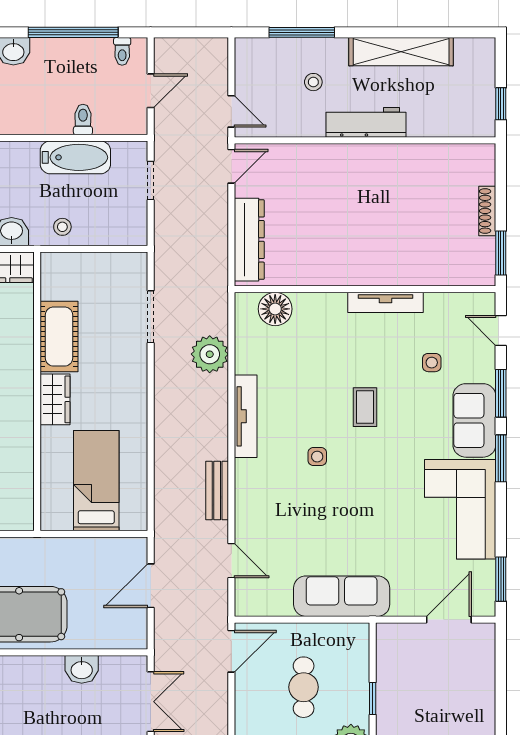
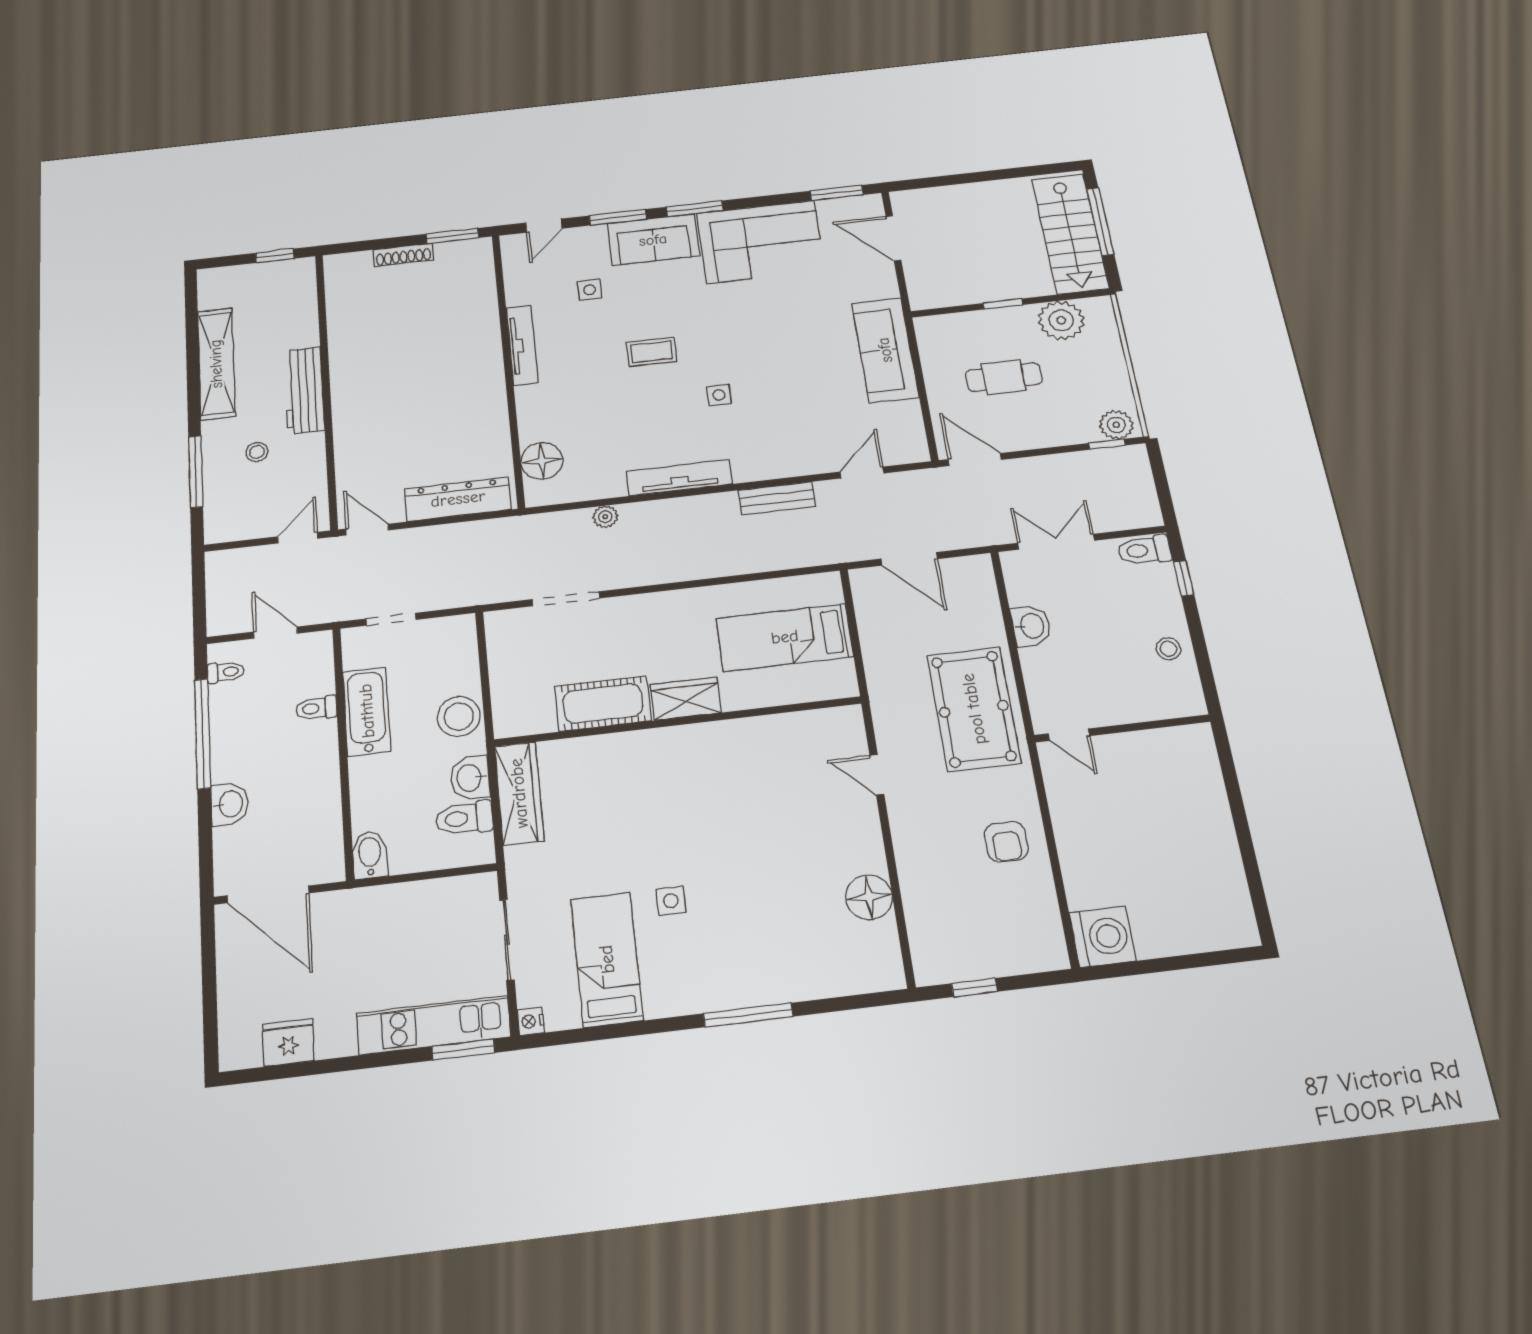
stool: (62, 227) -> (459, 716), width x1.89, depth x1.89
plant: (210, 354) -> (605, 517), width x0.53, depth x0.53

